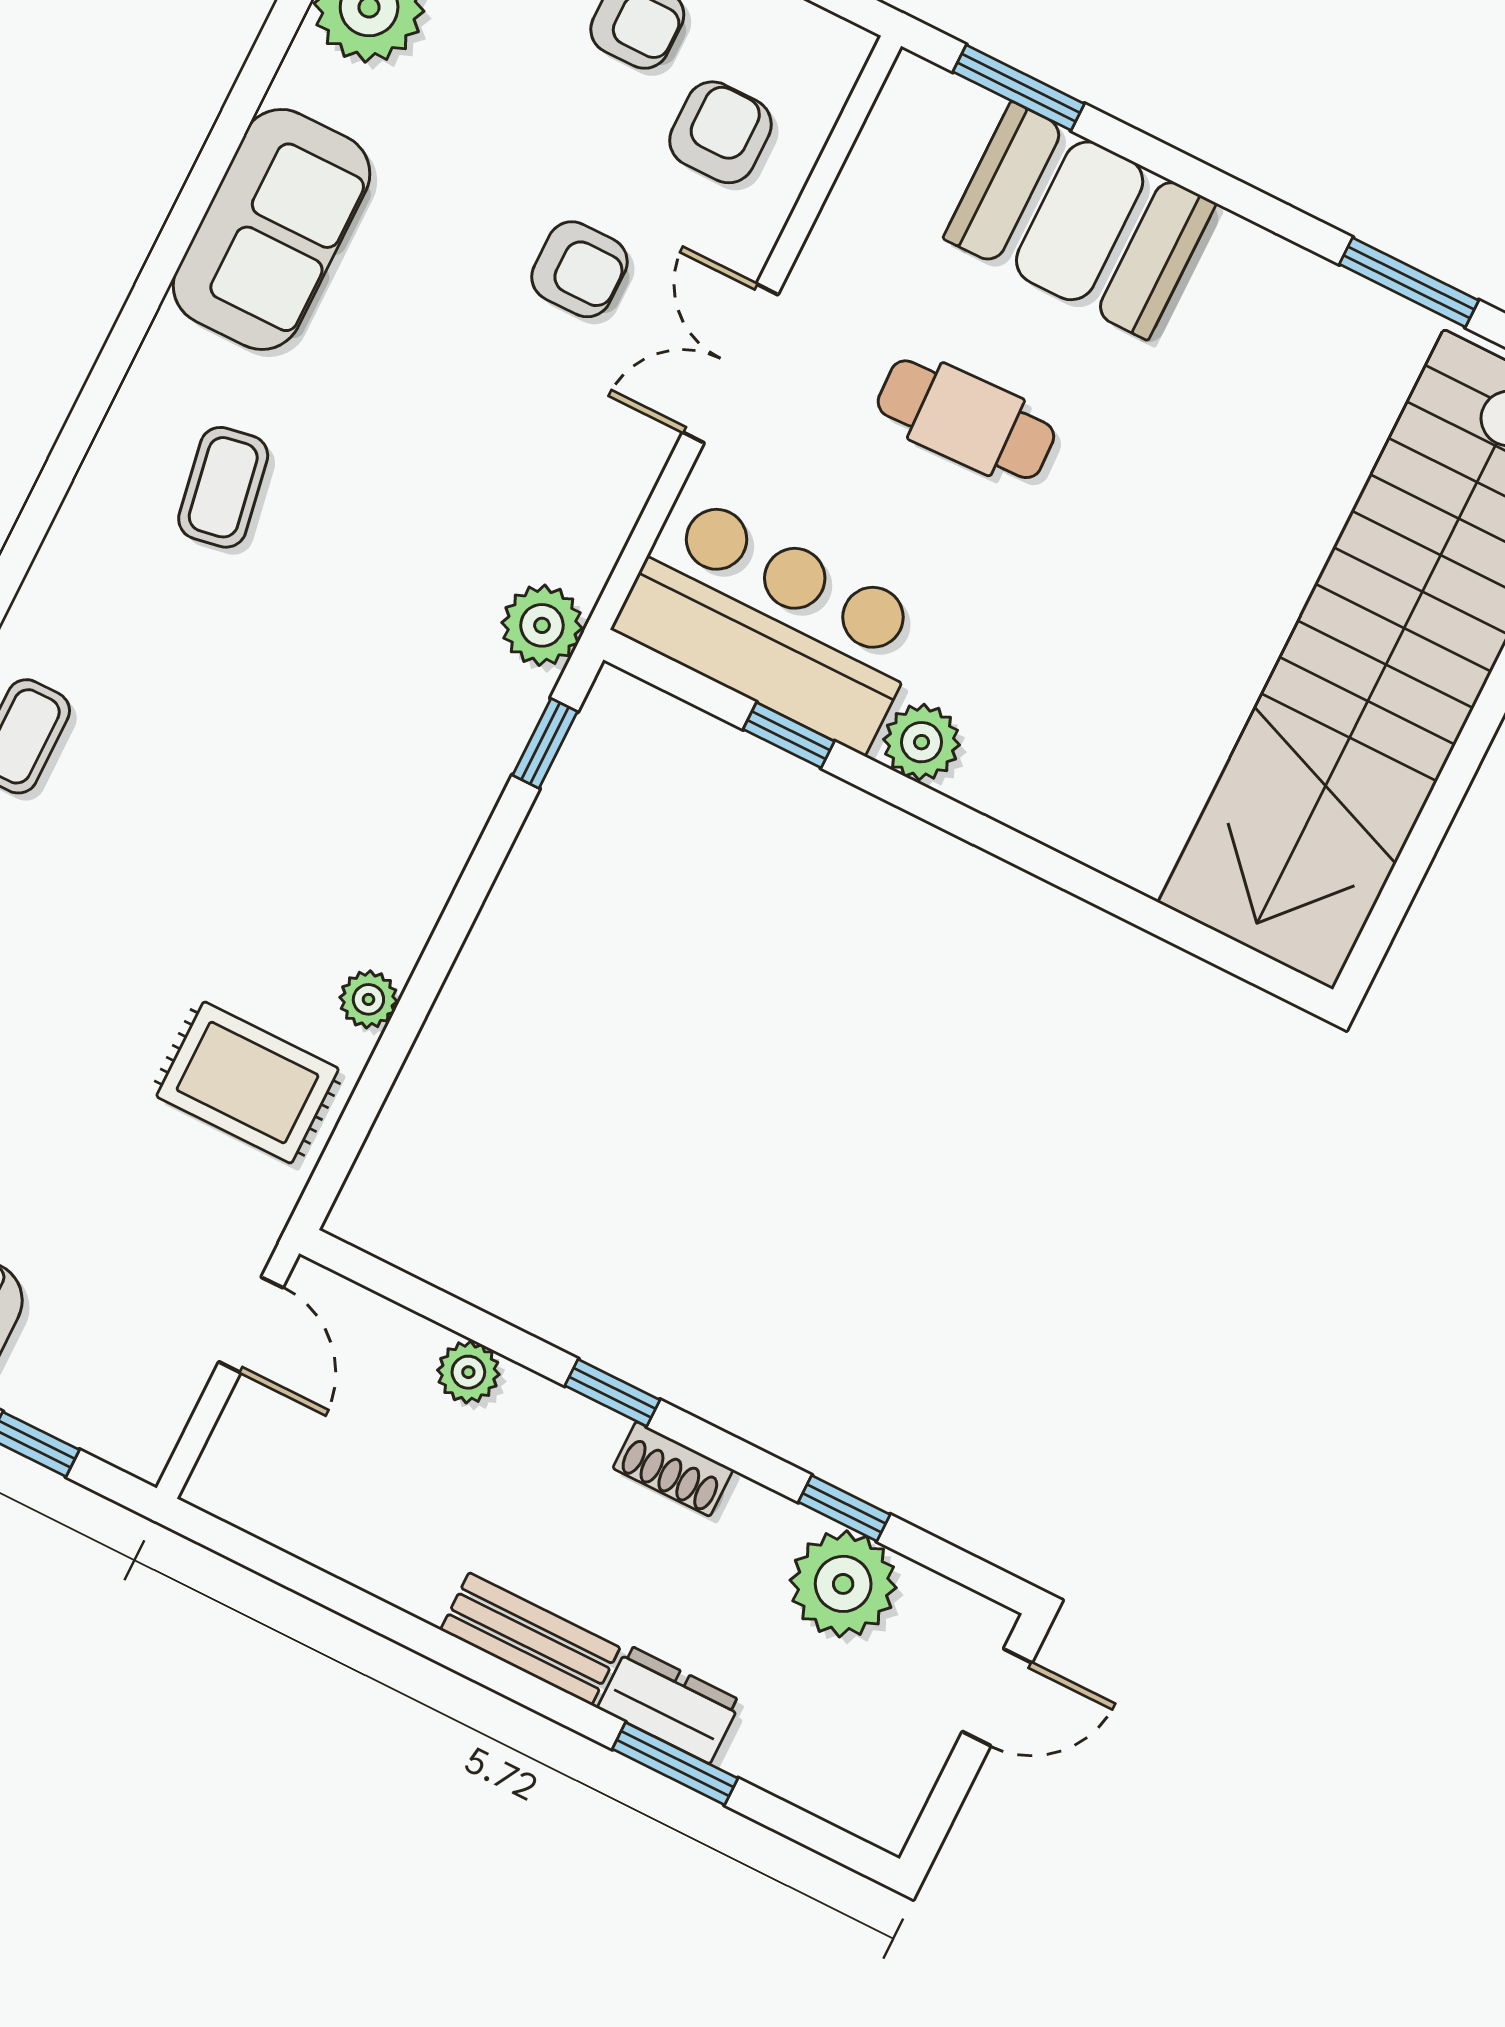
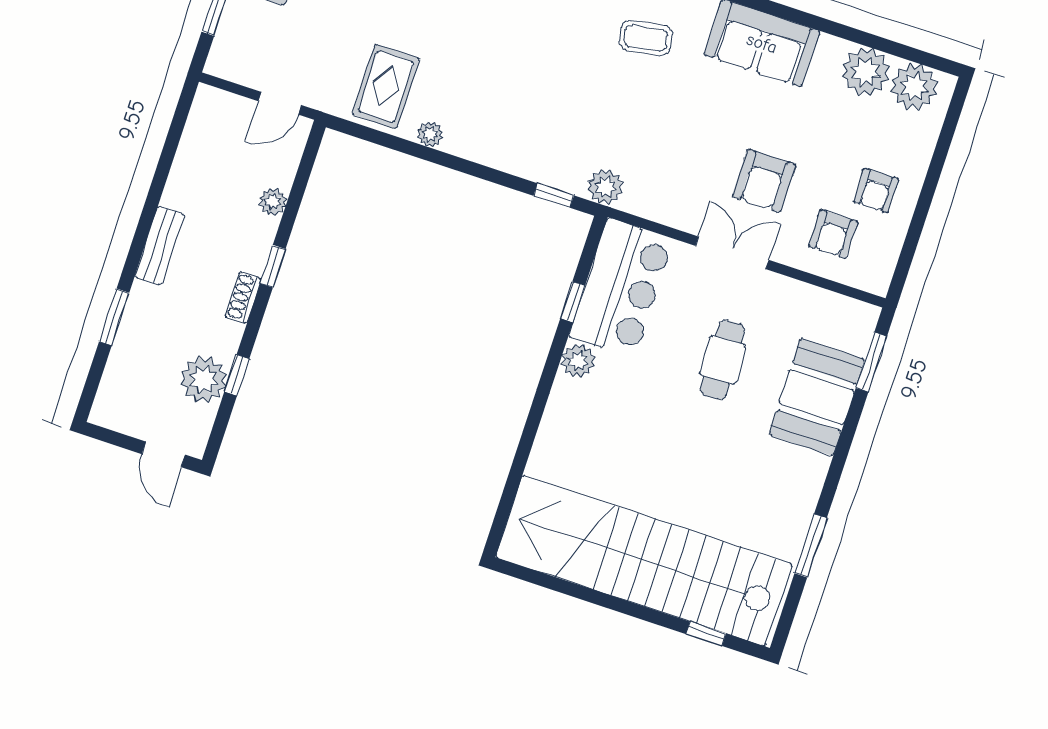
armchair: (720, 132) -> (833, 234), turned 90
armchair: (579, 269) -> (764, 181), width x1.38, depth x1.38
dresser: (669, 1704) -> (140, 311), removed

